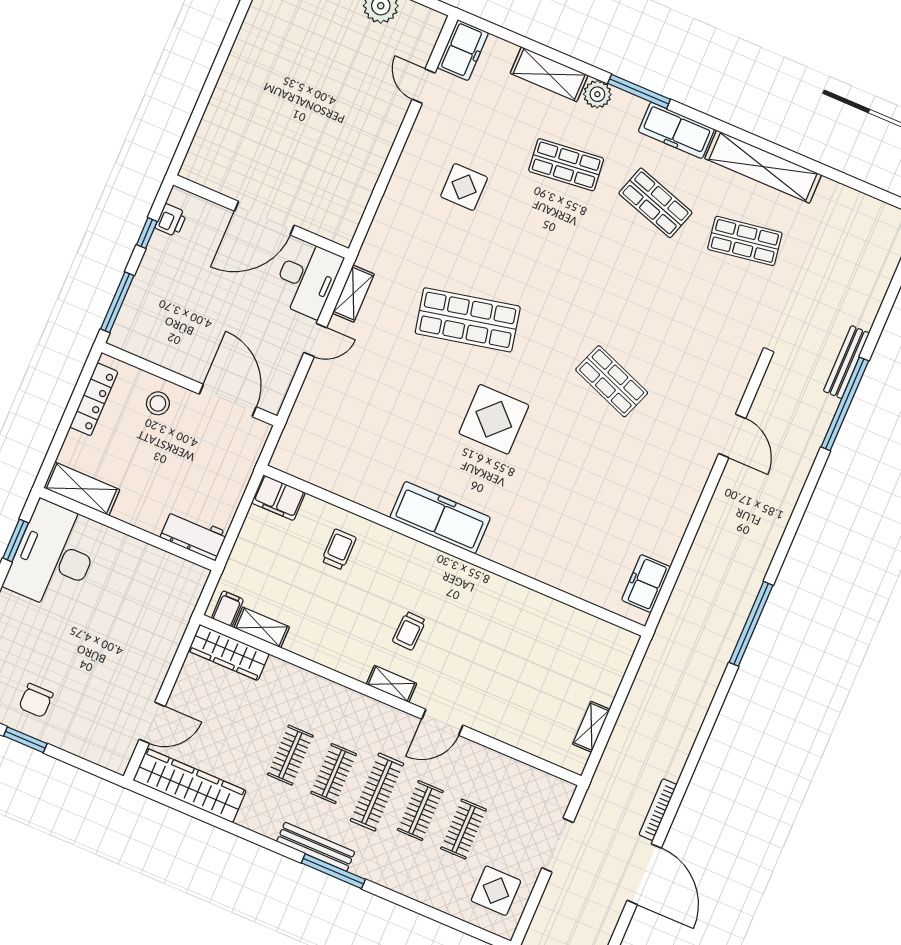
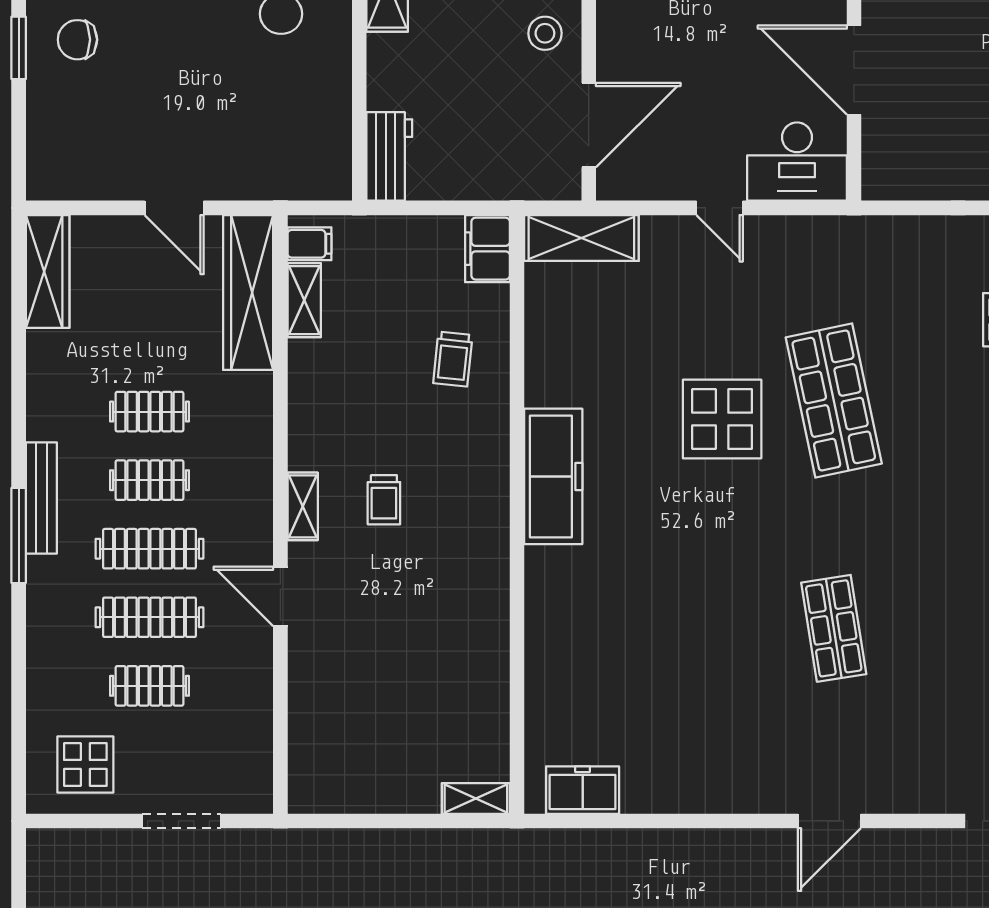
shelving: (353, 294) -> (581, 238), moved, width x1.50, depth x1.33
shop shelf: (612, 381) -> (834, 628), turned -30
display table: (494, 419) -> (722, 419), moved
trolley: (339, 549) -> (453, 359), turned 96
trolley: (409, 631) -> (384, 500), turned -92
wardrobe: (229, 652) -> (248, 292), width x1.40, depth x1.17
door: (152, 723) -> (174, 208), moved
shelving: (591, 727) -> (476, 798), moved
wardrobe: (190, 785) -> (48, 271), width x0.71, depth x0.85
clothes rail: (420, 811) -> (149, 617), width x1.36

